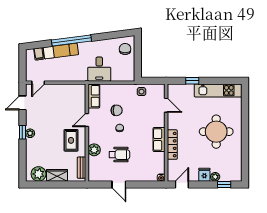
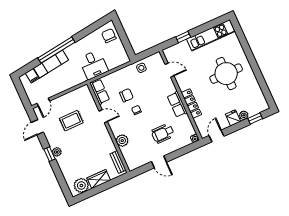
door: (87, 120) -> (103, 116), swing flipped
rug: (71, 140) -> (71, 121), moved, turned 90
wheelchair: (119, 155) -> (163, 133), moved, turned 180

